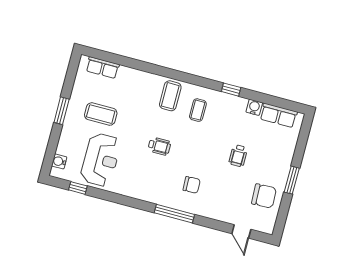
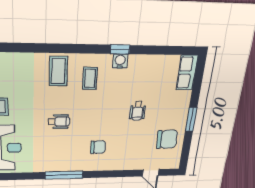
water cooler: (254, 107) -> (120, 61), moved
row of seats: (279, 115) -> (187, 73), moved, turned 90
window: (174, 214) -> (64, 175), moved

